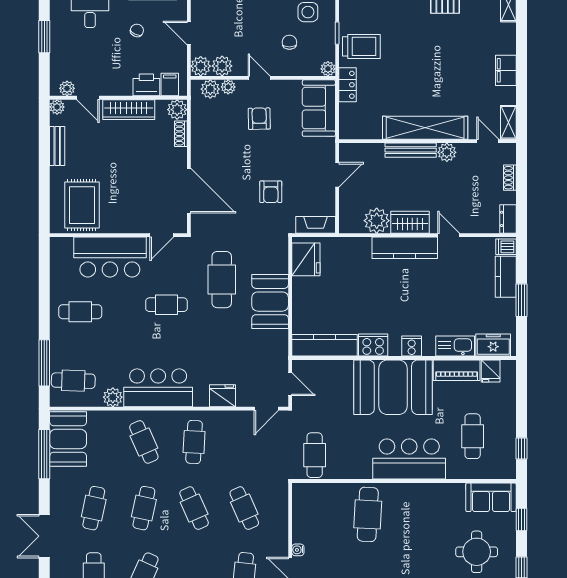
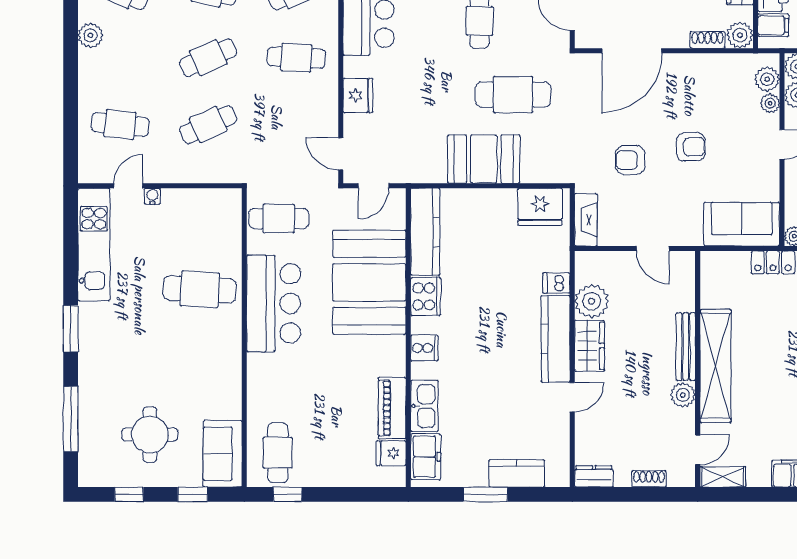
armchair: (259, 119) -> (691, 147), moved
dishwasher: (506, 247) -> (556, 283), moved, turned -90
booth: (393, 387) -> (369, 282), moved
cafe table: (473, 436) -> (278, 453), moved, turned 90
bar counter: (409, 459) -> (274, 303), moved

